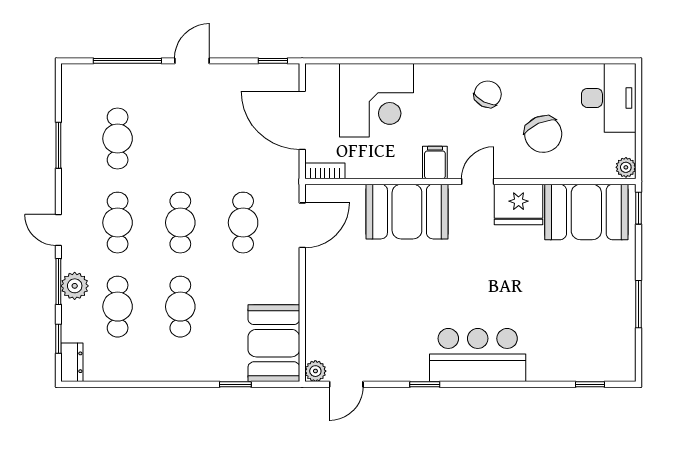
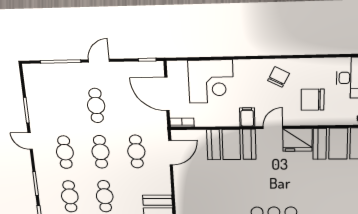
chair: (543, 134) -> (313, 100), turned 114
cafe table: (118, 139) -> (96, 106), moved
door: (58, 230) -> (30, 141), moved
plant: (75, 286) -> (45, 186), removed

